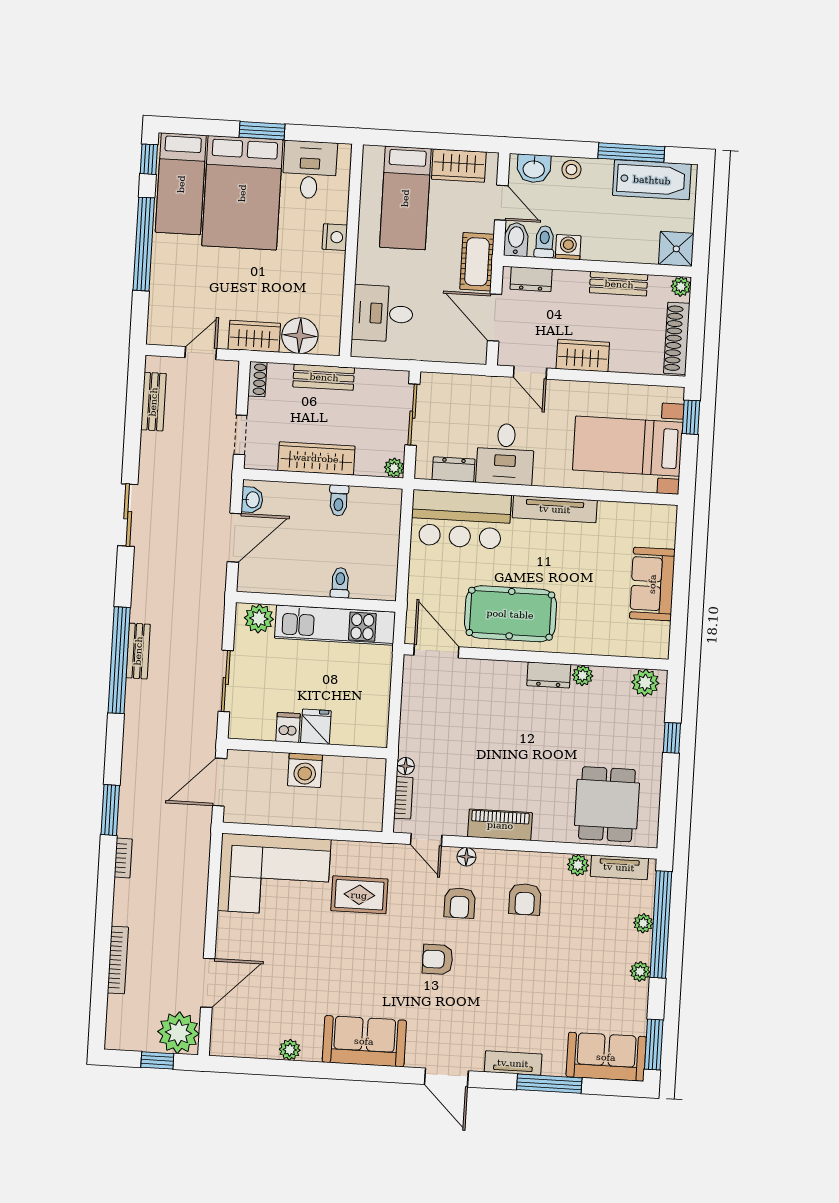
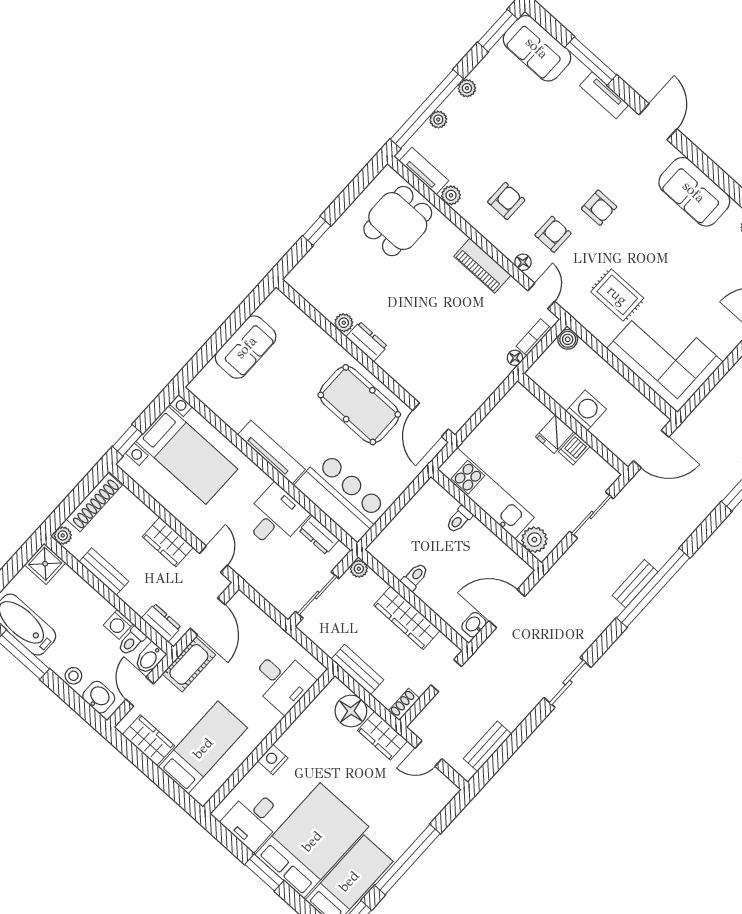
plant: (645, 683) -> (305, 283), removed
boiler: (372, 820) -> (568, 339), added

